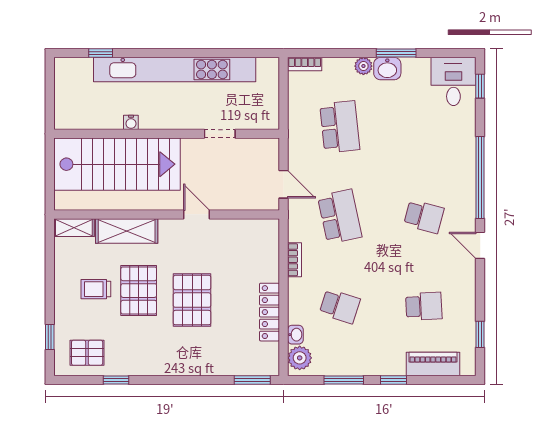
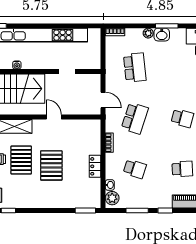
school desk: (340, 217) -> (135, 118), turned 30
locker: (269, 312) -> (95, 166), width x0.66

